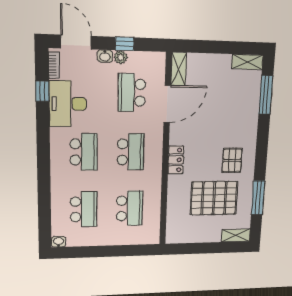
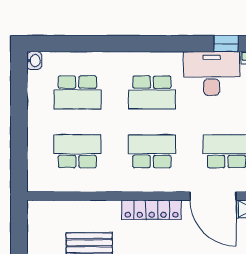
school desk: (131, 152) -> (152, 151), turned 180
locker: (176, 160) -> (152, 210), width x1.53
school desk: (129, 208) -> (77, 151), turned 180

